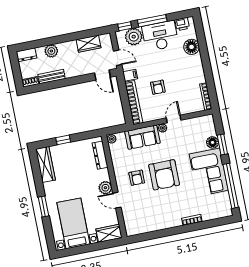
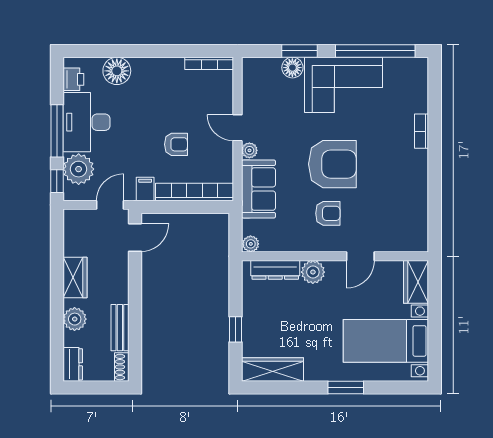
wardrobe: (89, 44) -> (75, 278), moved
plant: (105, 188) -> (313, 272), moved

